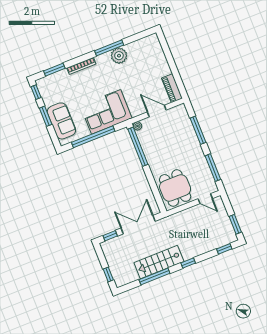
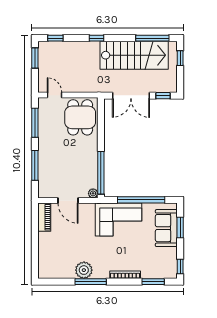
window: (46, 116) -> (180, 227), moved
stairs: (159, 262) -> (134, 55), width x1.36, depth x1.51
window: (154, 276) -> (152, 38), moved

